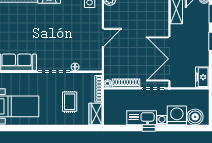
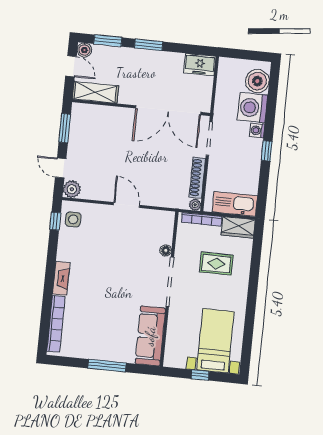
kitchen sink: (142, 118) -> (235, 204), moved, turned 90

